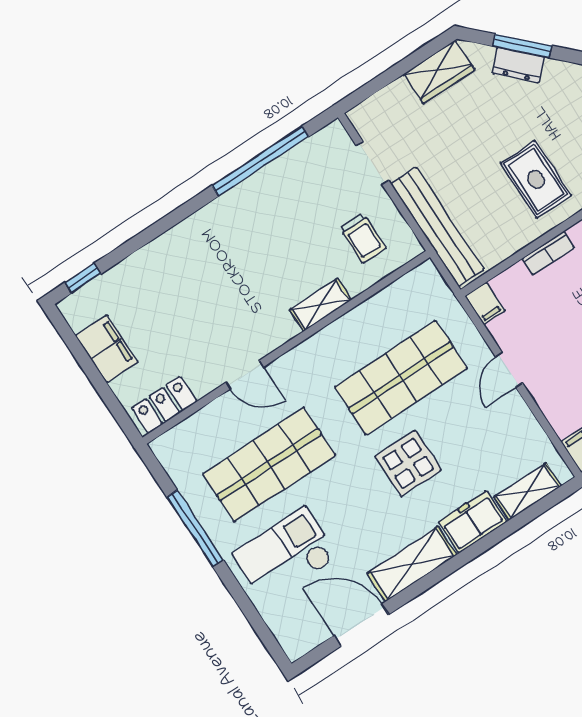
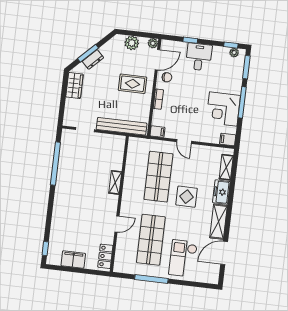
trolley: (363, 238) -> (106, 152), removed

